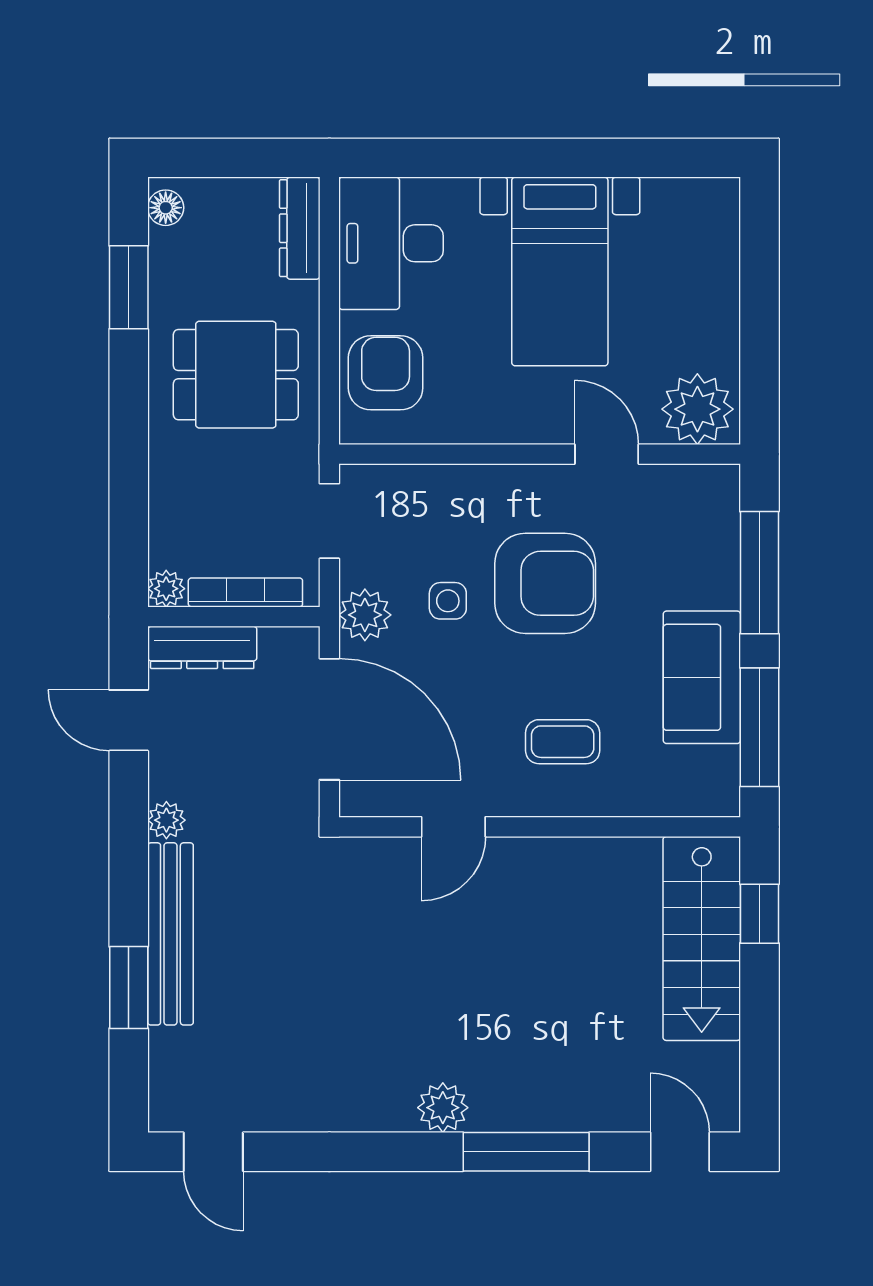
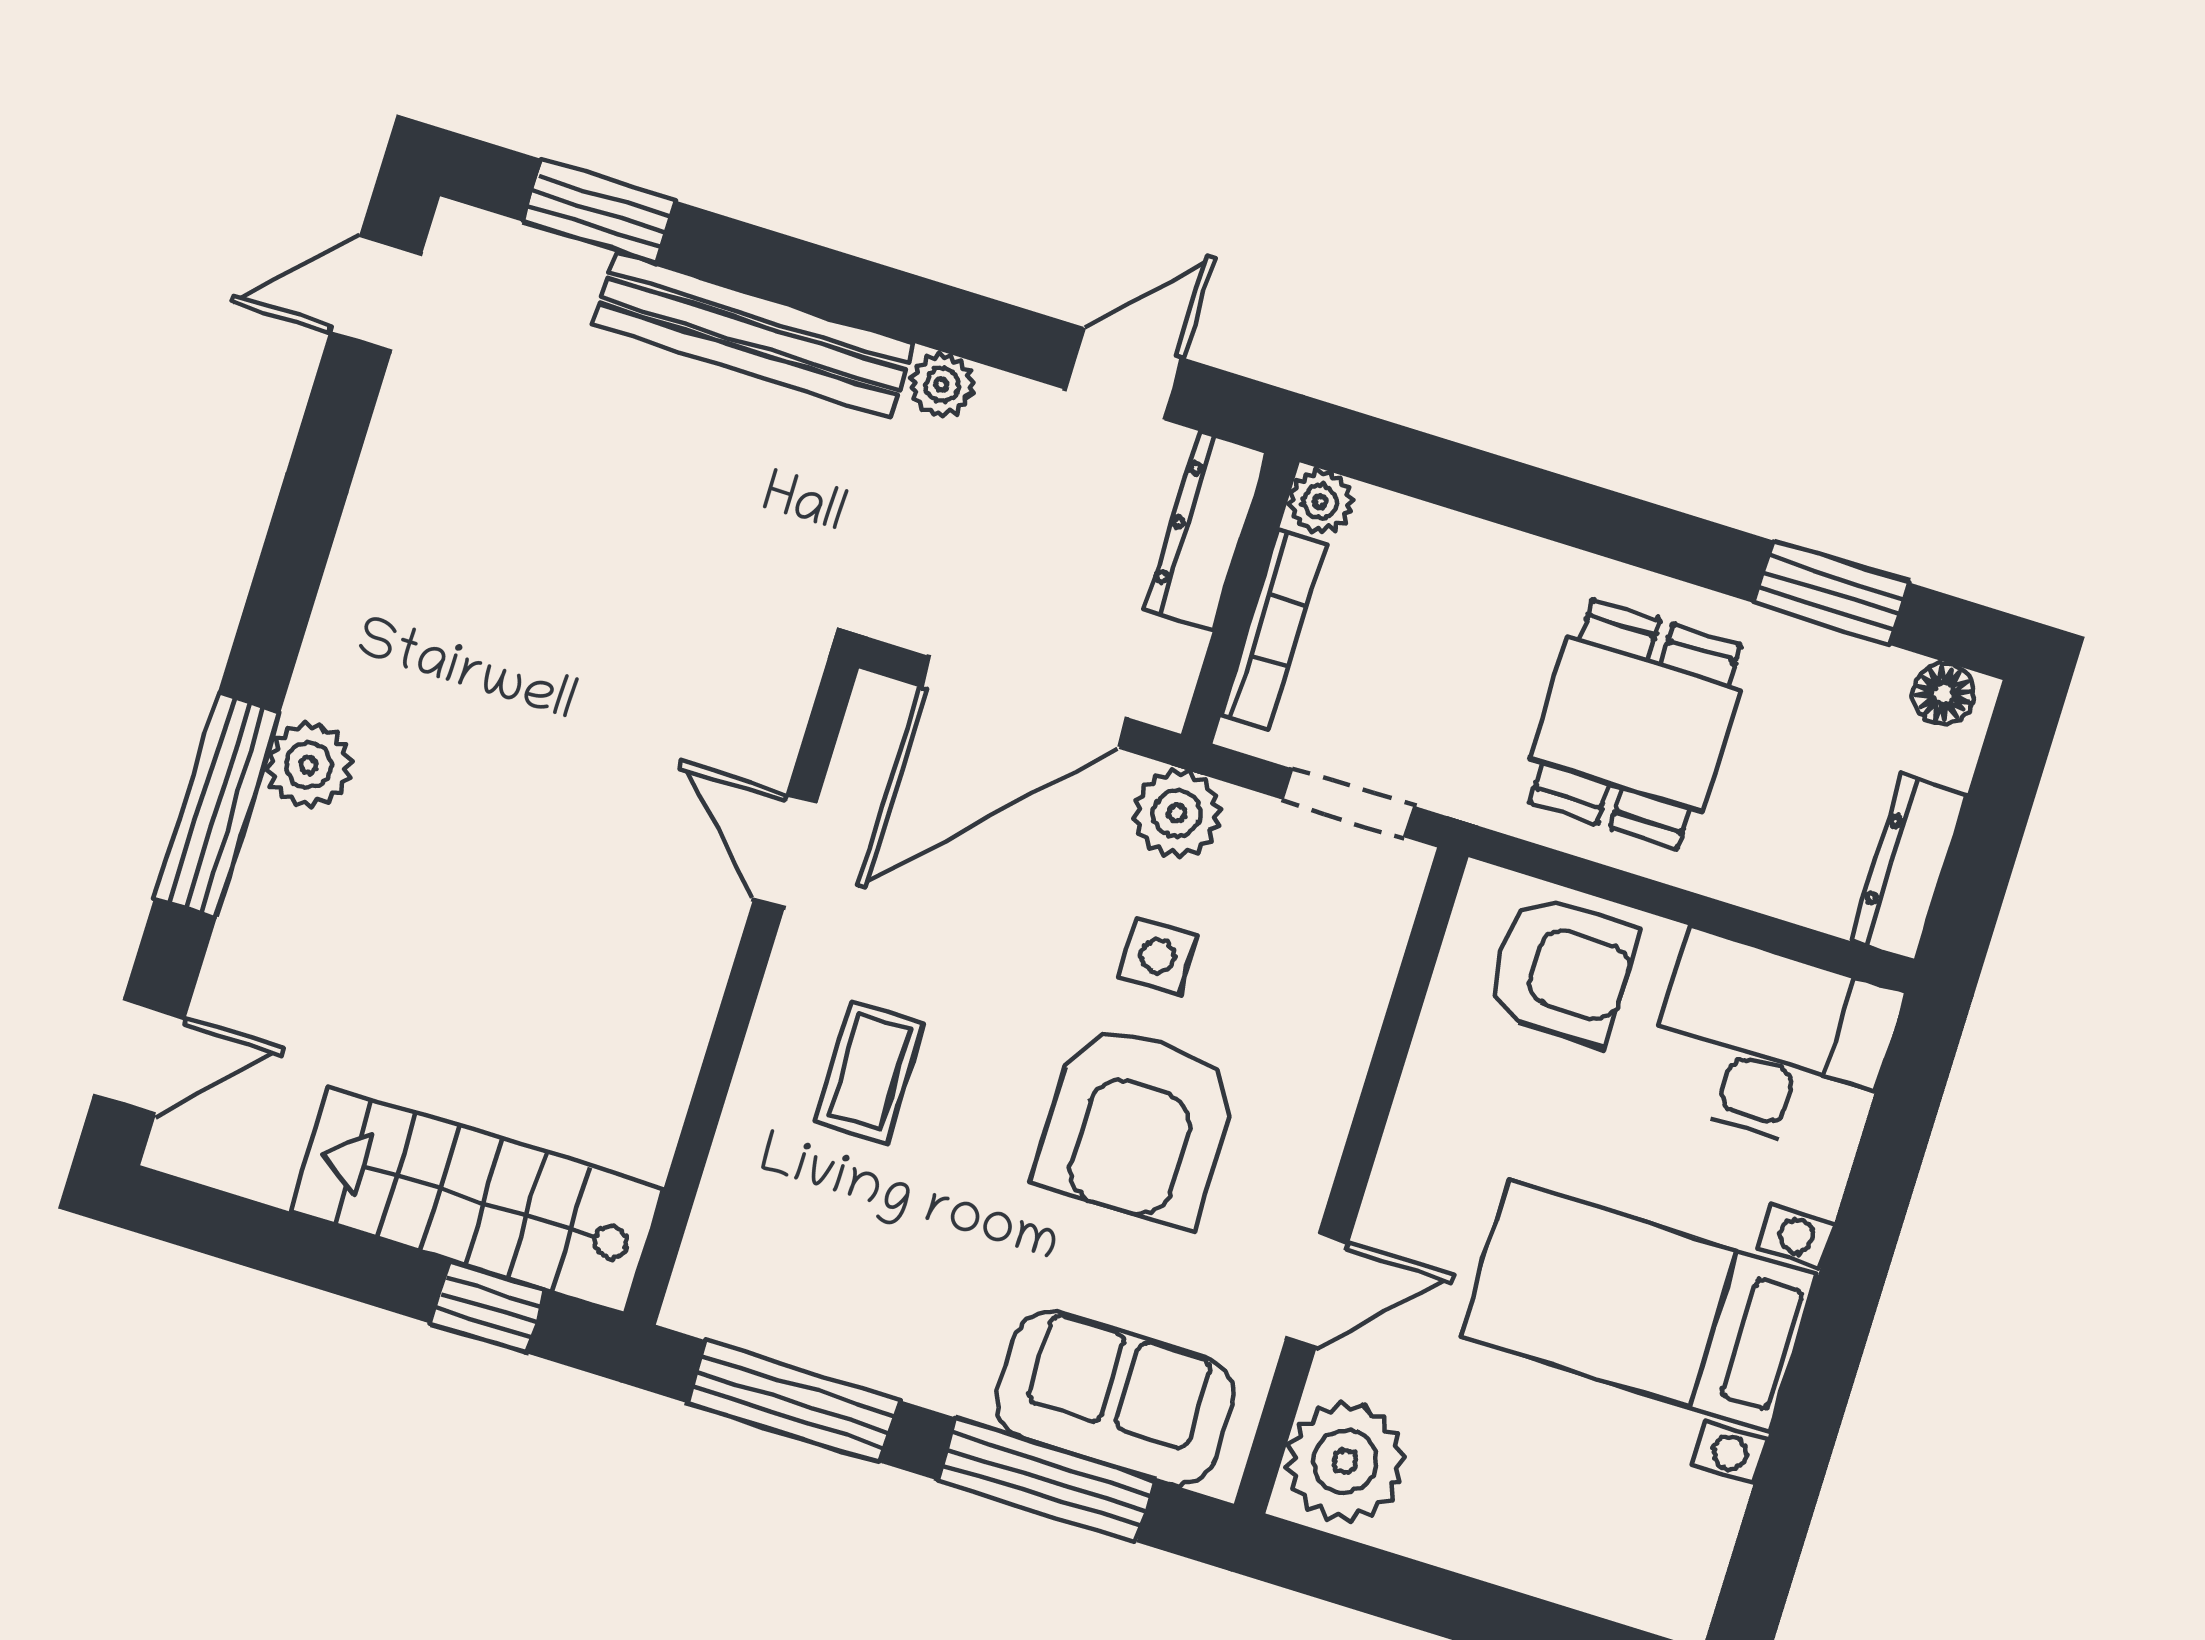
dresser: (300, 228) -> (1909, 867), moved, turned -90
sofa: (702, 677) -> (1115, 1398), moved
window: (129, 988) -> (600, 211), moved
plant: (443, 1108) -> (309, 765), moved

